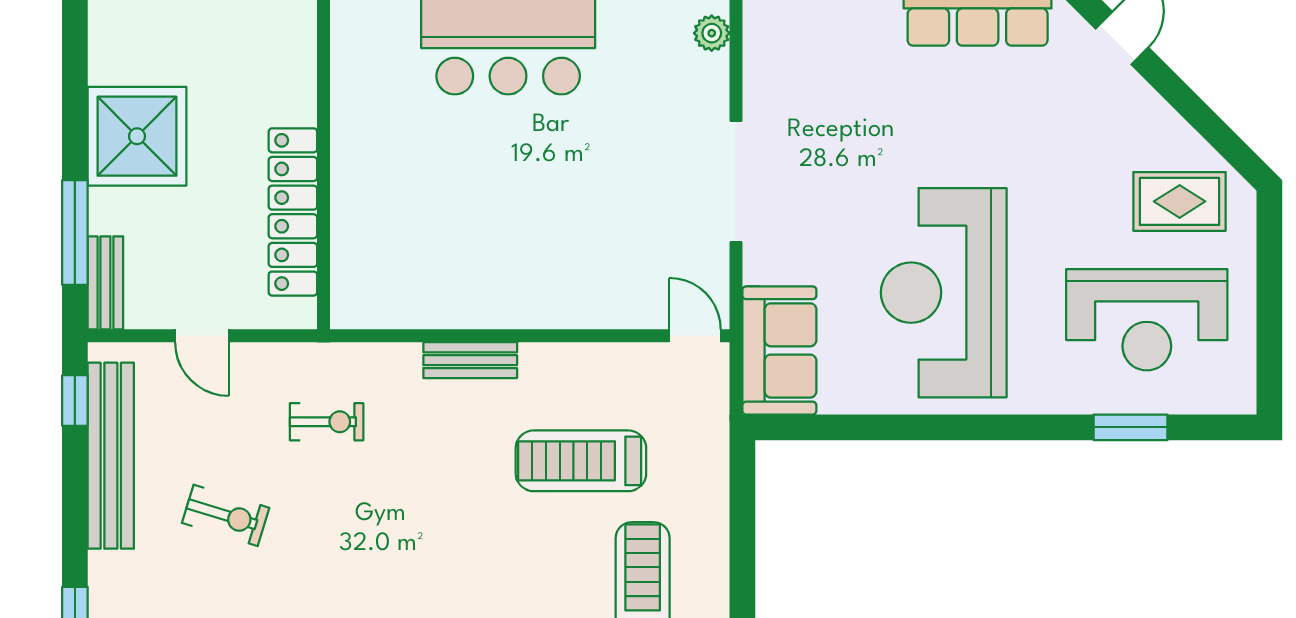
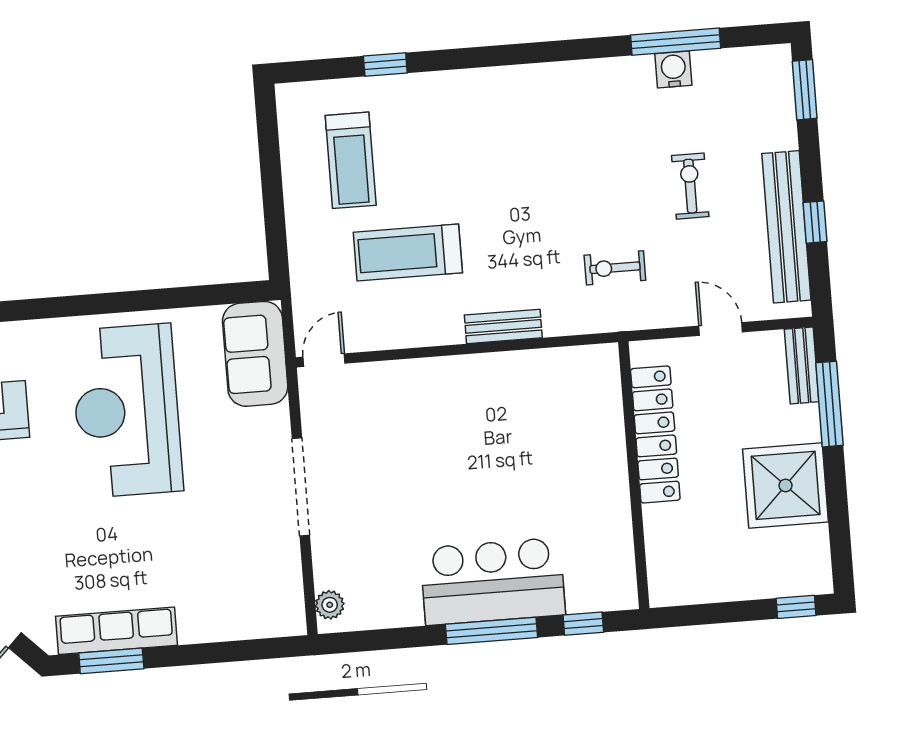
reception desk: (944, 293) -> (127, 411), turned 180
door: (695, 336) -> (324, 360), swing flipped
window: (75, 401) -> (815, 222), moved
treadmill: (581, 461) -> (408, 252), turned 180
exercise bike: (226, 515) -> (690, 186), turned 73

